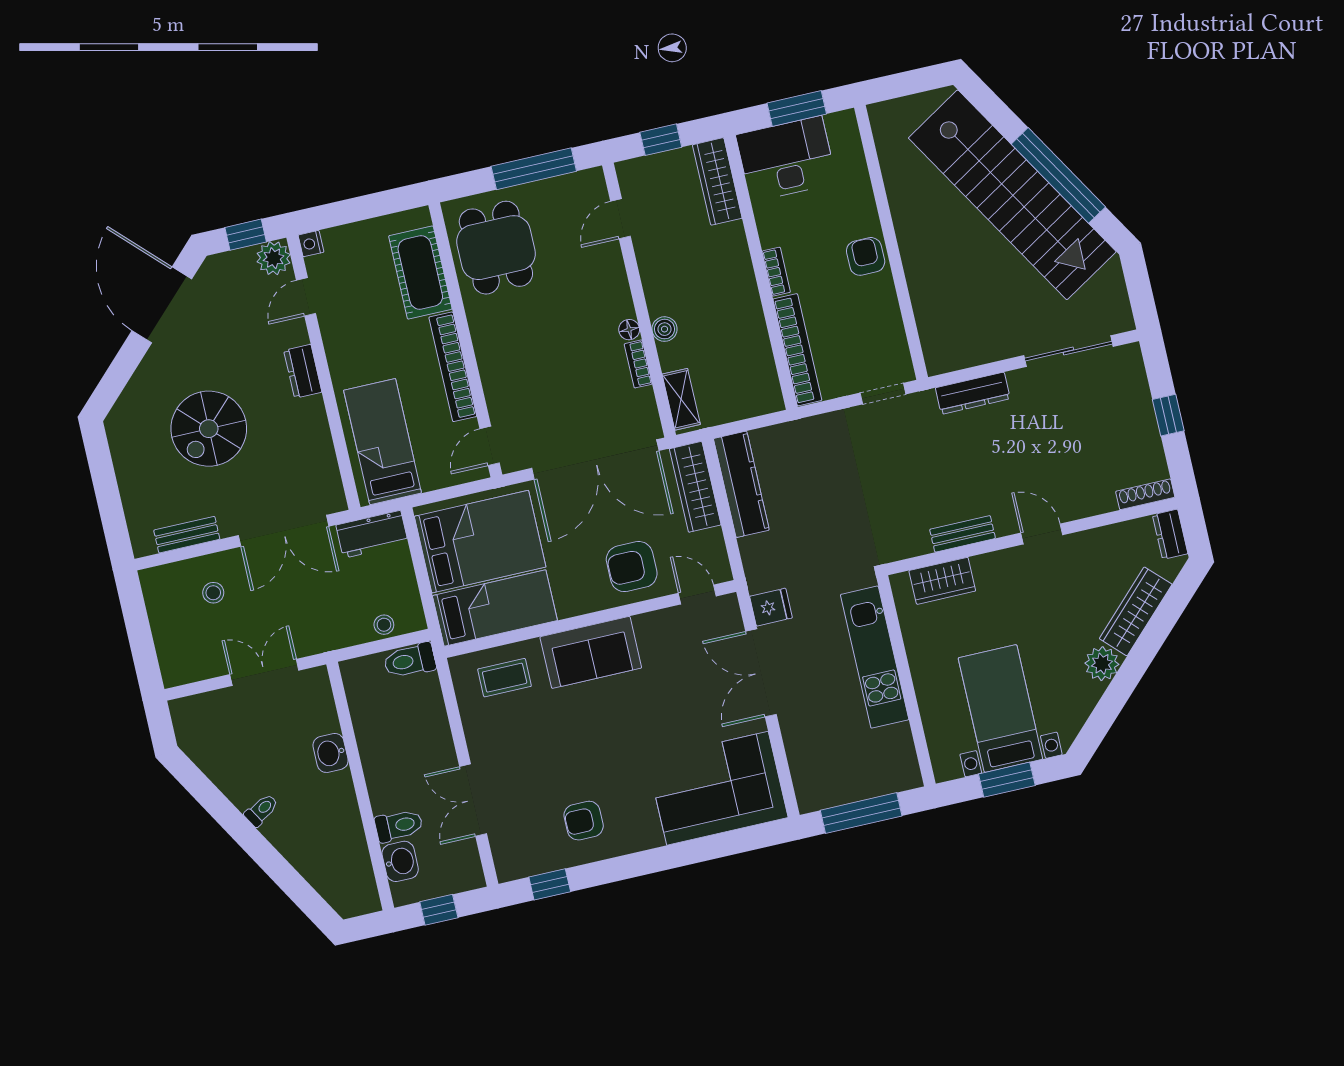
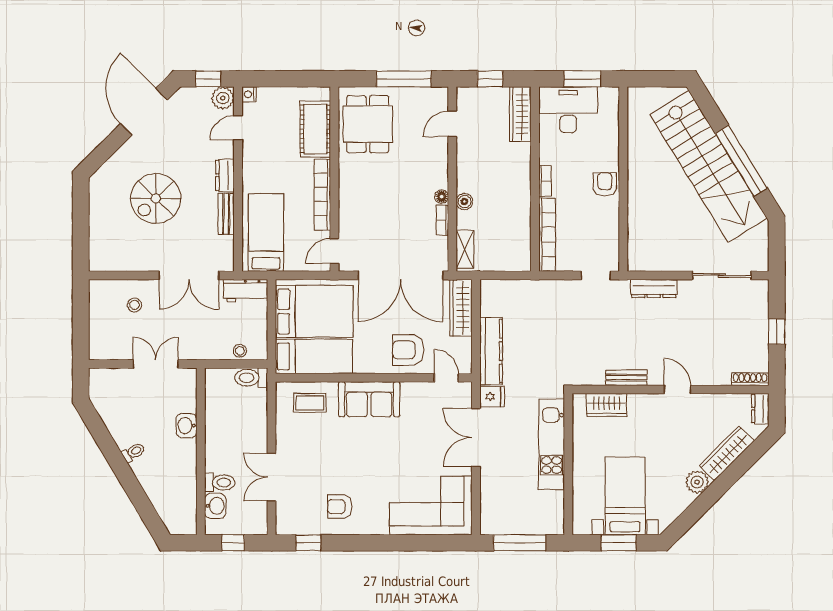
kitchen counter: (741, 484) -> (491, 351), moved
bench: (187, 535) -> (226, 214), moved, turned 90

